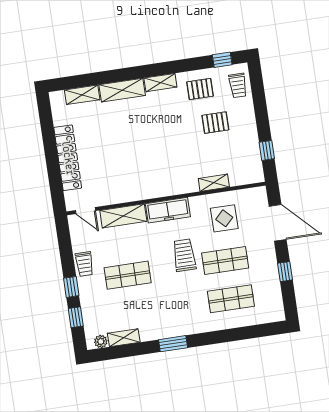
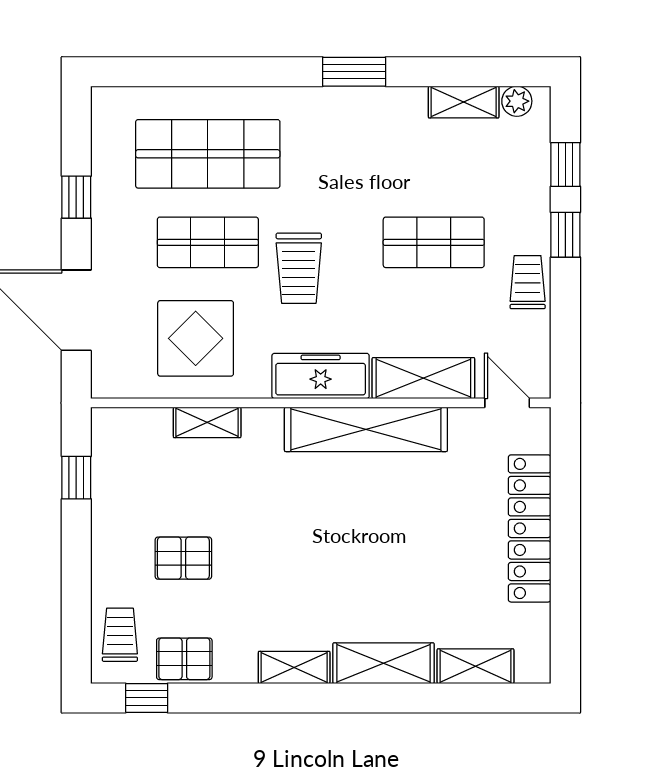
pallet: (200, 89) -> (184, 659), moved
shelving: (145, 190) -> (366, 429), added
display table: (224, 218) -> (196, 338), width x1.36, depth x1.36
shop shelf: (231, 299) -> (208, 154), width x1.43, depth x1.36

